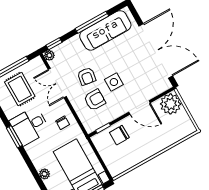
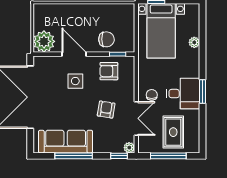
side table: (114, 82) -> (75, 81), moved
armchair: (95, 100) -> (109, 71), moved
chair: (63, 123) -> (152, 95), moved

